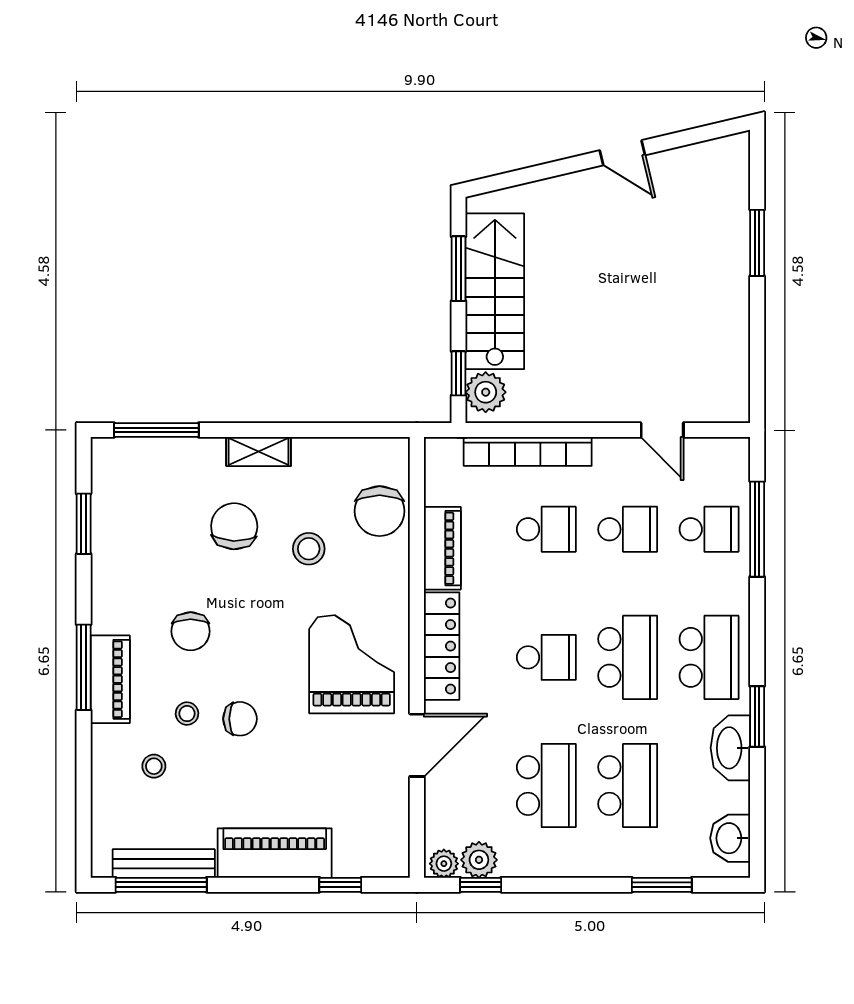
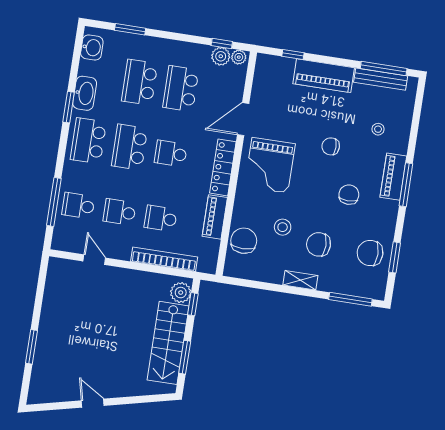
chair: (132, 525) -> (370, 253), added
chair: (234, 526) -> (319, 244), turned 88
stool: (187, 714) -> (357, 153), removed

